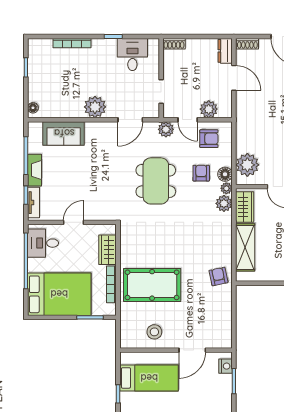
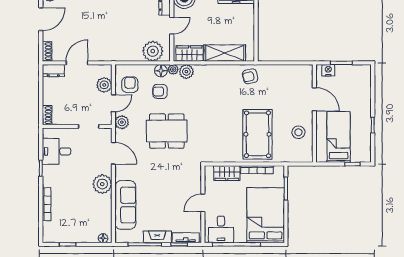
sofa: (64, 133) -> (125, 205), width x1.36
door: (73, 222) -> (203, 203), hinge flipped

